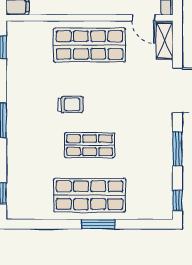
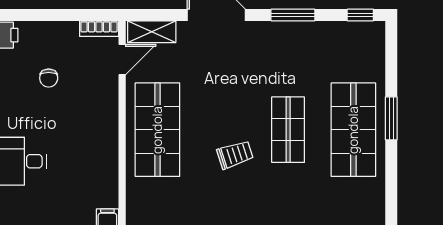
trolley: (70, 104) -> (235, 155), turned 72

